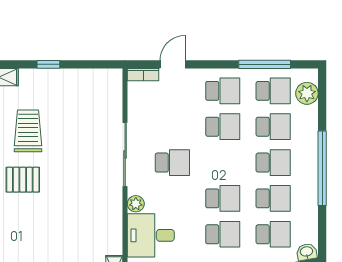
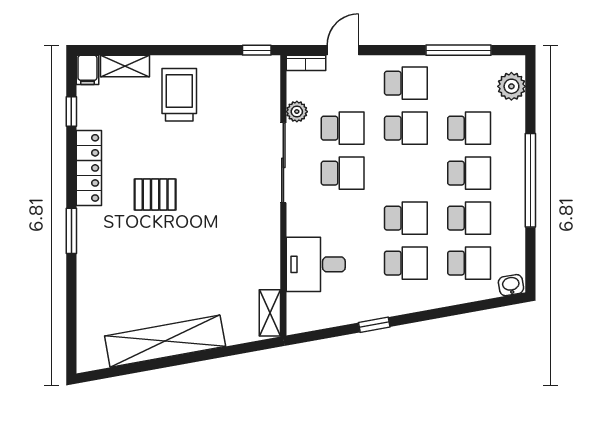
window: (48, 64) -> (257, 50), moved
school desk: (273, 91) -> (343, 128), moved
trolley: (28, 131) -> (179, 95), moved
plant: (136, 204) -> (297, 112), moved

